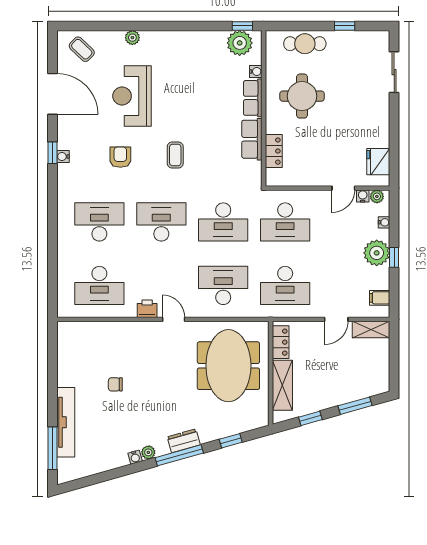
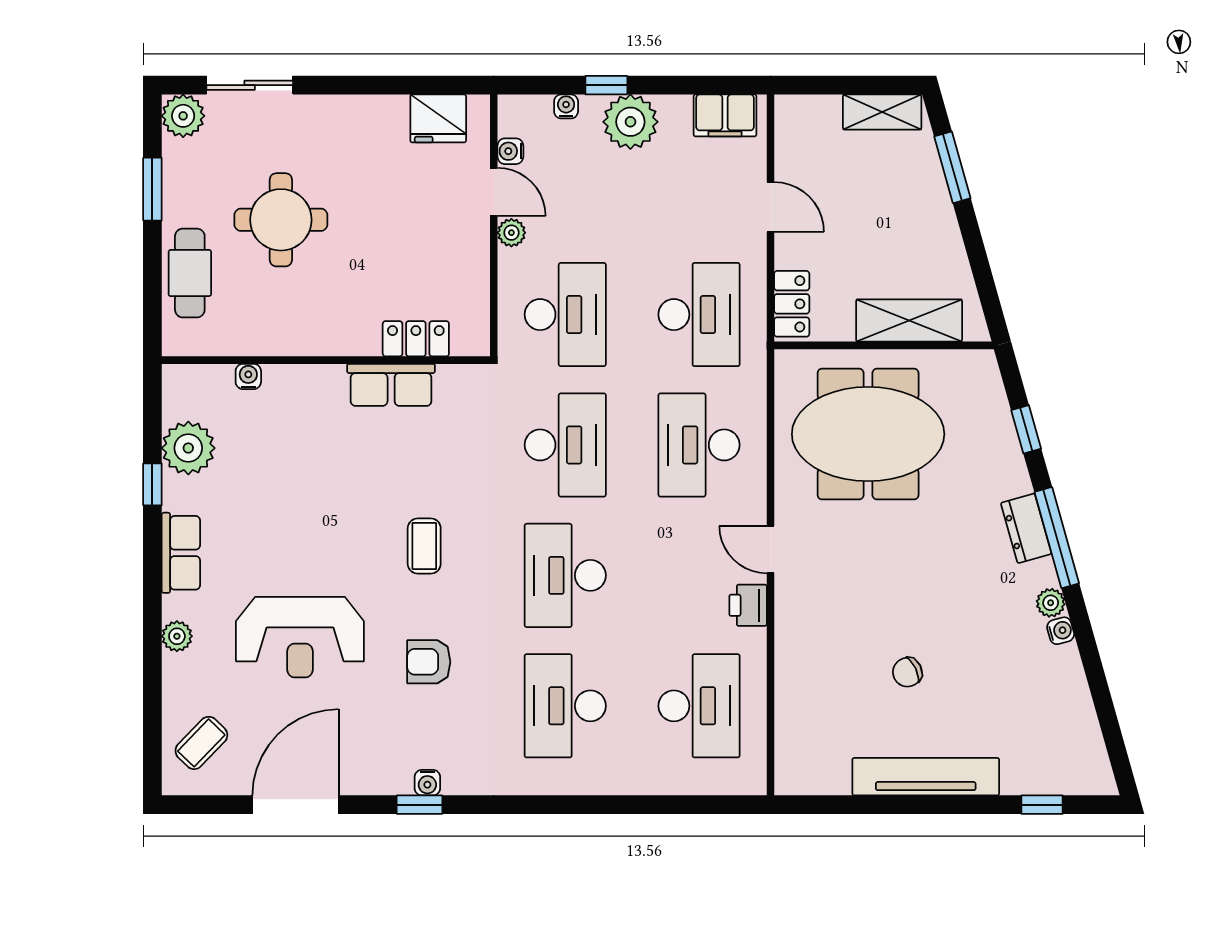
window: (242, 26) -> (152, 484), moved
window: (345, 26) -> (152, 189), width x1.50
plant: (379, 41) -> (183, 116), added
plant: (240, 43) -> (188, 448), moved
round table: (302, 96) -> (281, 220), moved
row of seats: (253, 98) -> (181, 553), moved, turned -90
coffee table: (175, 155) -> (424, 546), turned 90
plant: (377, 196) -> (511, 233), moved
window: (394, 257) -> (606, 85), moved
filing cabinet: (380, 298) -> (725, 115), width x2.00
door: (174, 319) -> (770, 550), hinge flipped
shelving: (371, 330) -> (882, 112), moved, turned 90
locker: (281, 342) -> (792, 304), moved, turned 90
chair: (115, 384) -> (907, 672), turned 64
window: (310, 418) -> (979, 261), removed
tv unit: (66, 422) -> (926, 777), moved
window: (52, 448) -> (1042, 805), width x0.46

